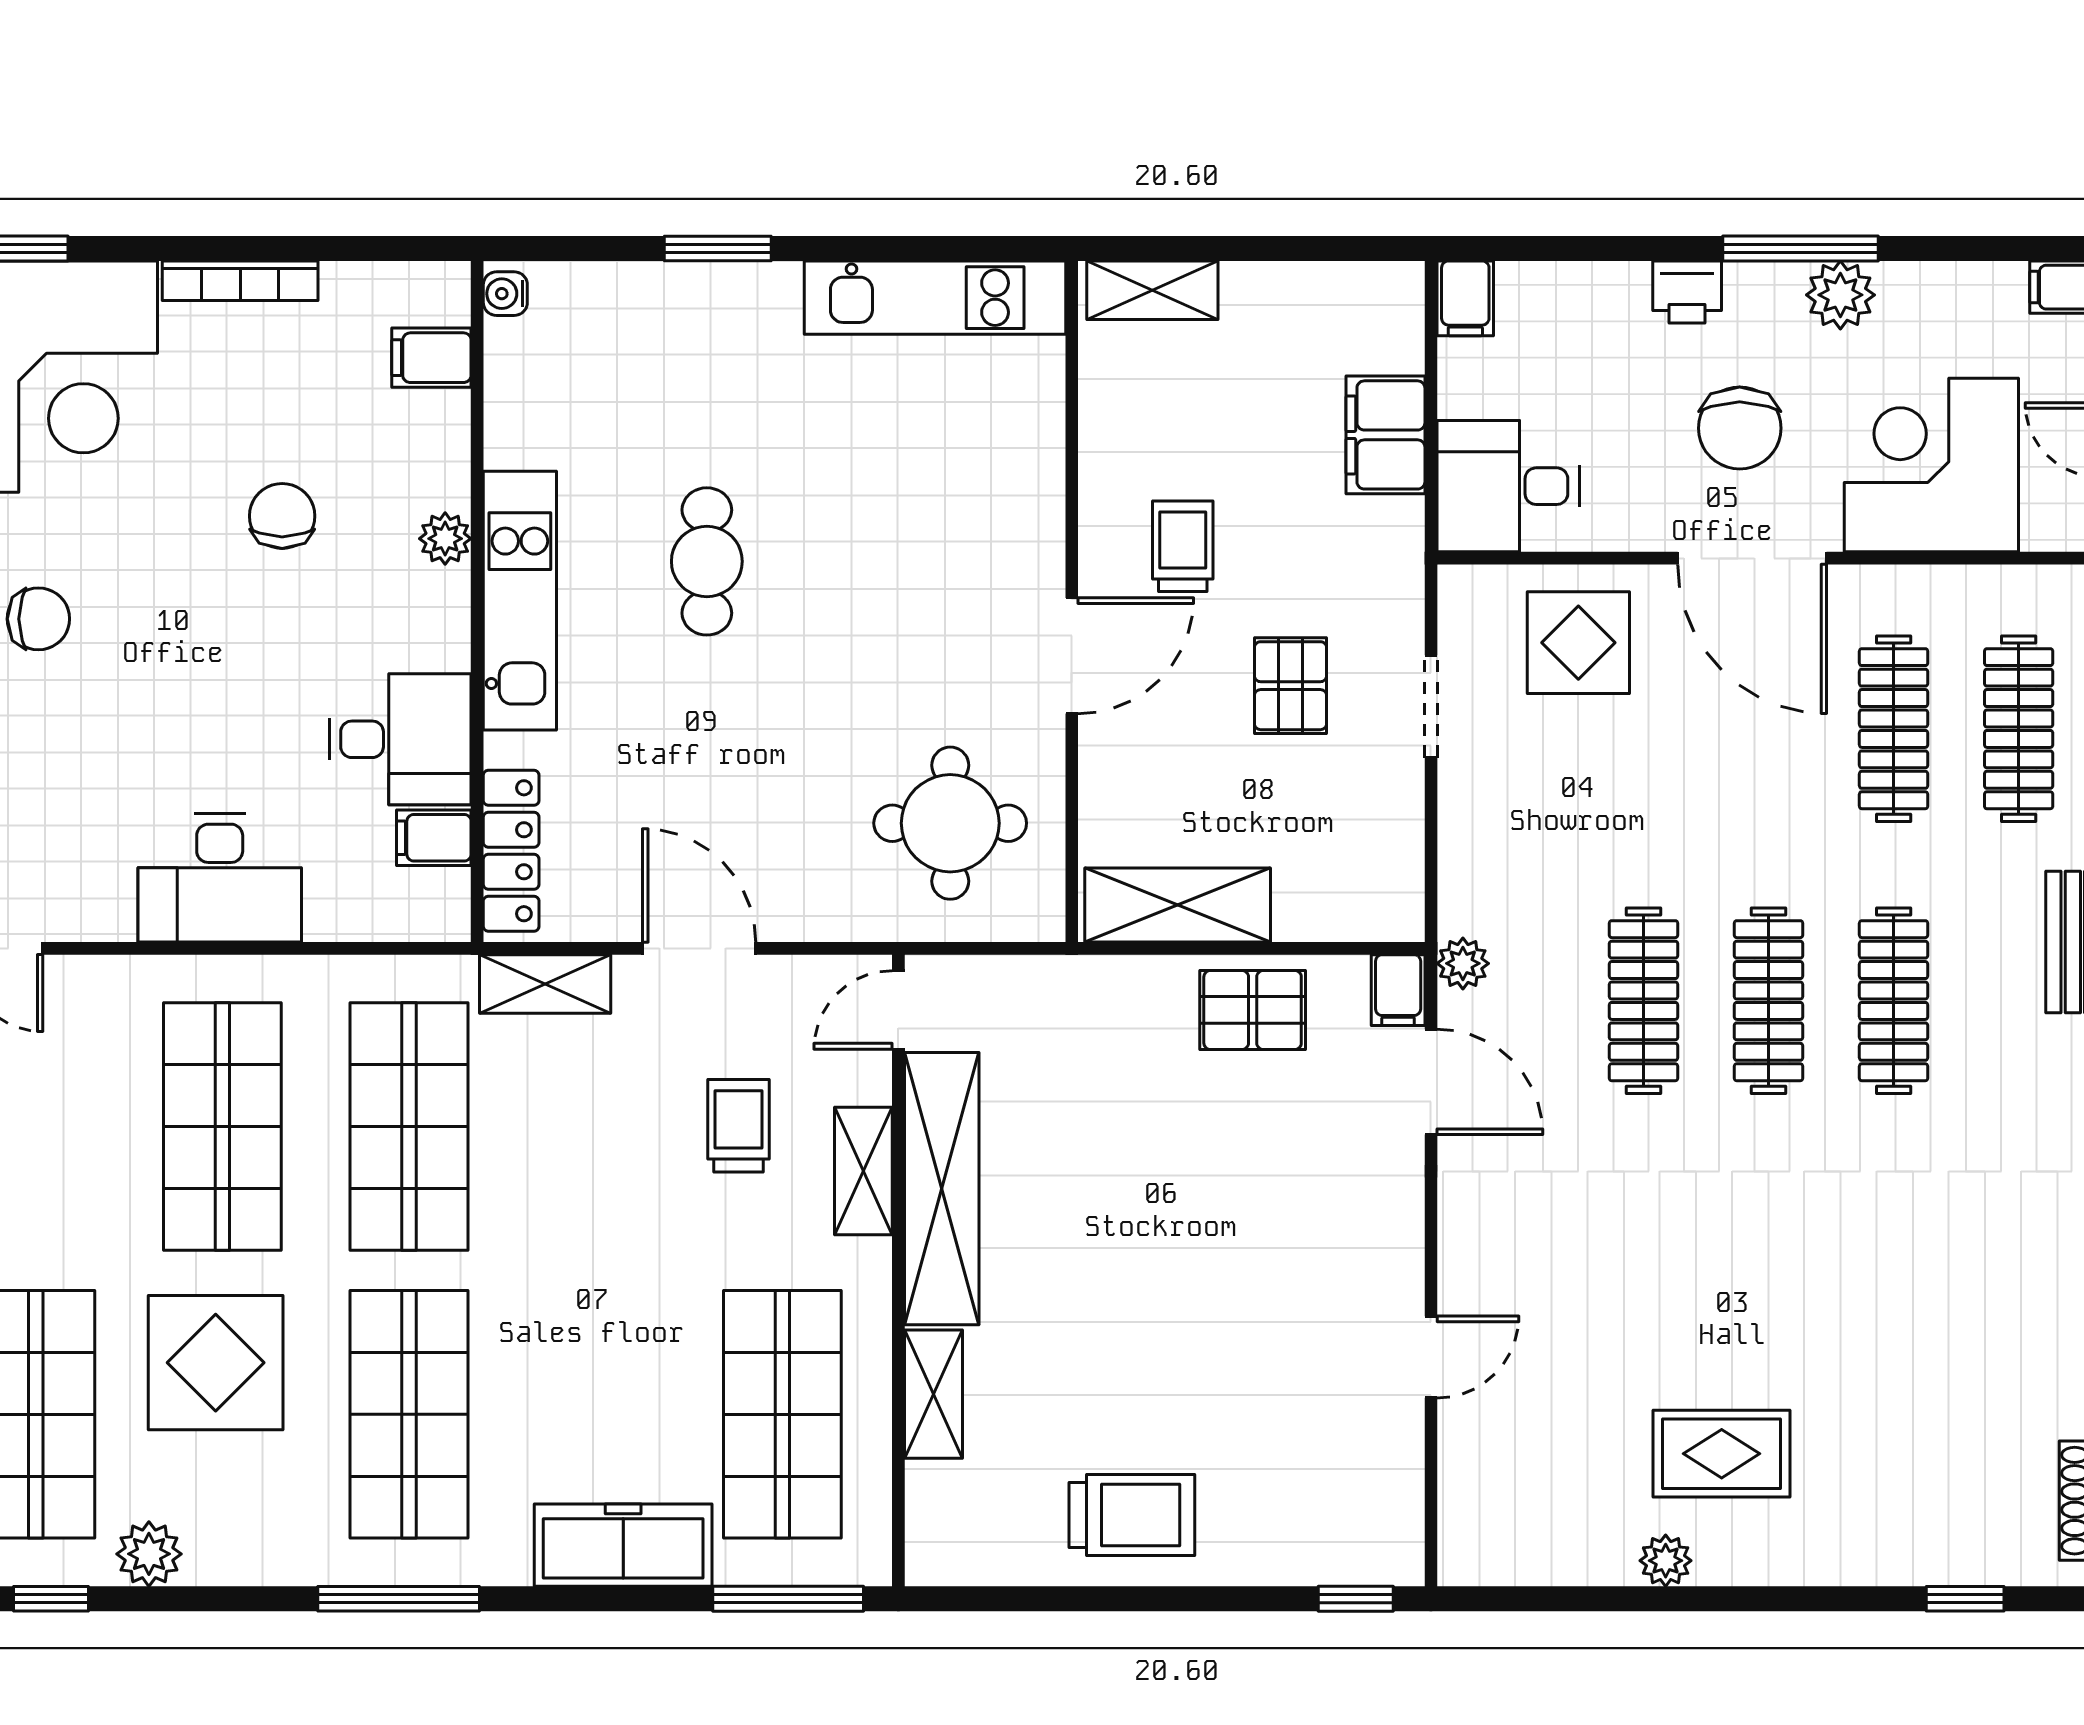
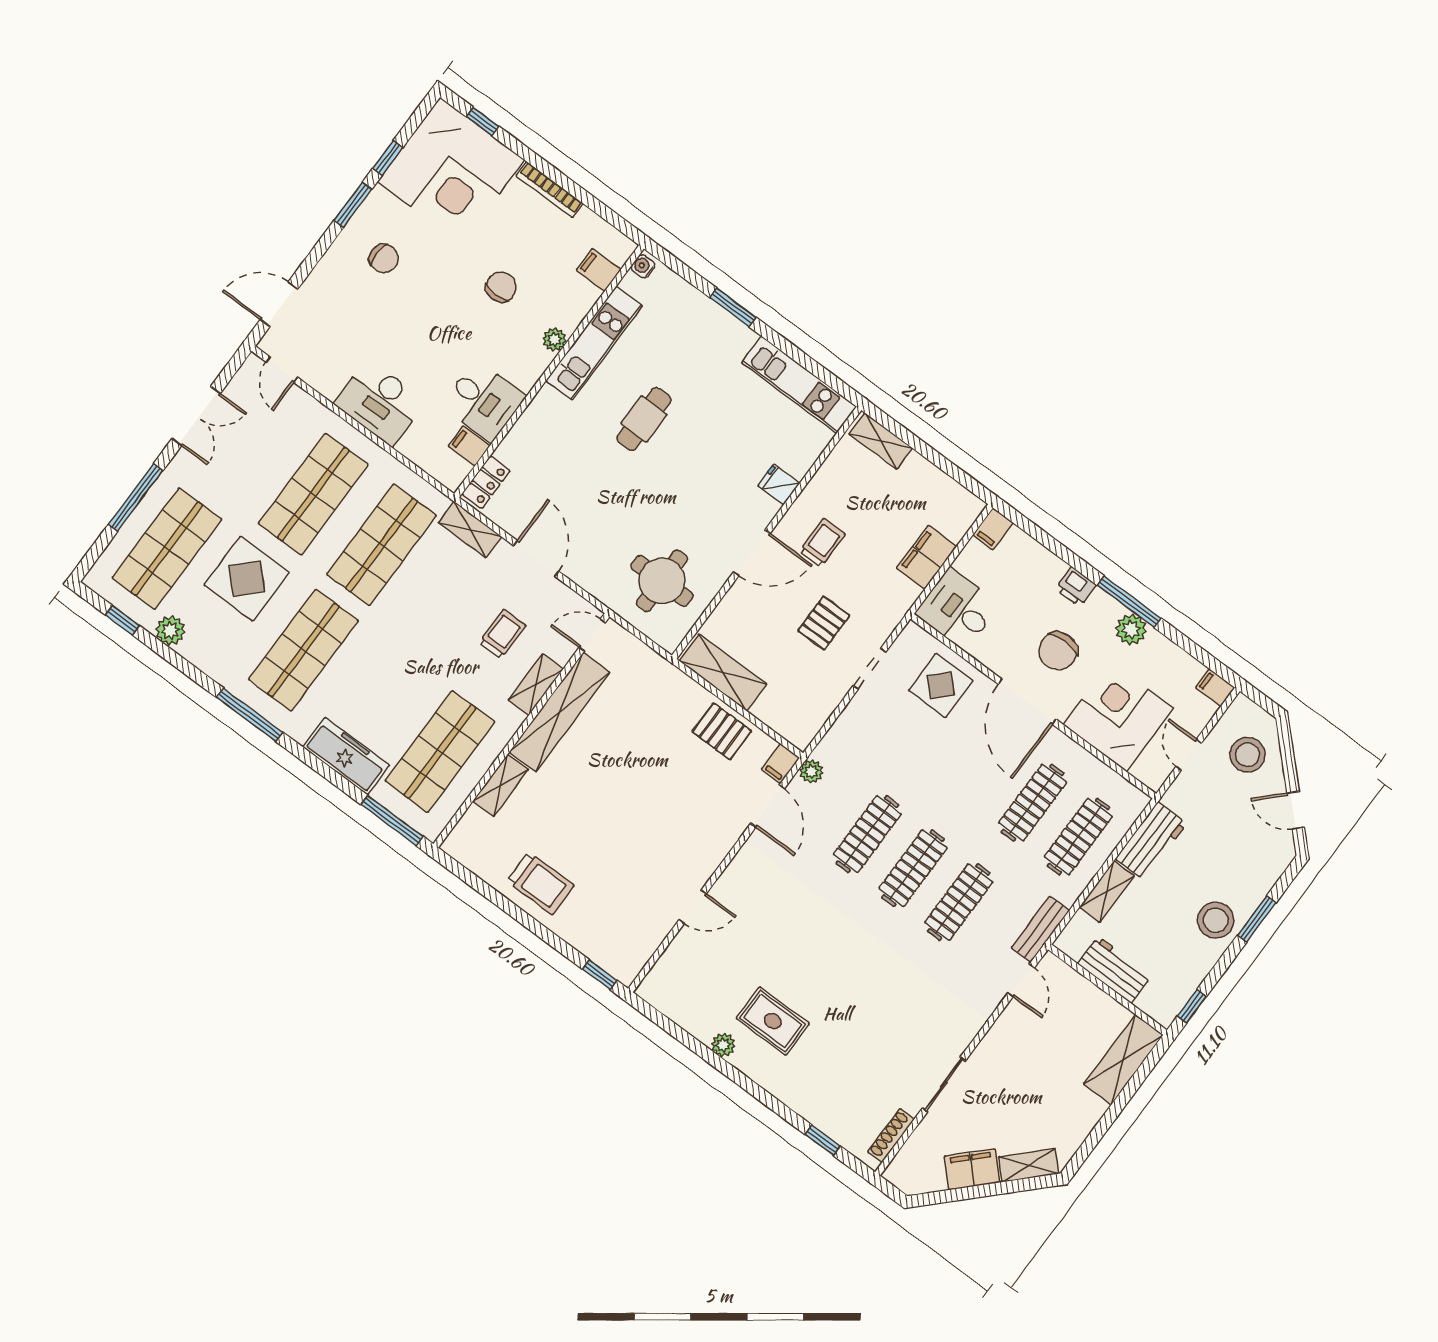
fridge: (1030, 500) -> (779, 484), added
kitchen unit: (520, 601) -> (594, 343), moved
locker: (511, 851) -> (486, 482), width x0.66

